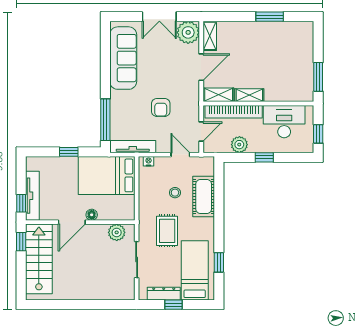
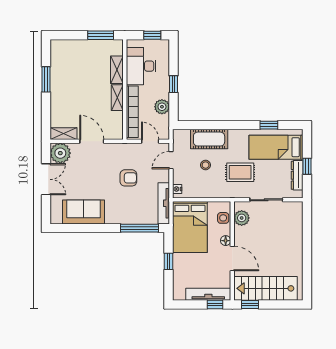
sofa: (123, 58) -> (84, 212), width x0.73
shelving: (219, 95) -> (117, 70), moved
side table: (117, 212) -> (223, 218), added

